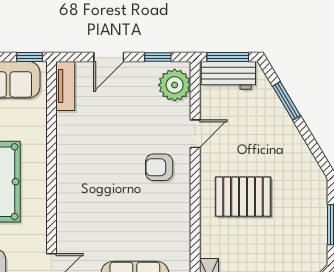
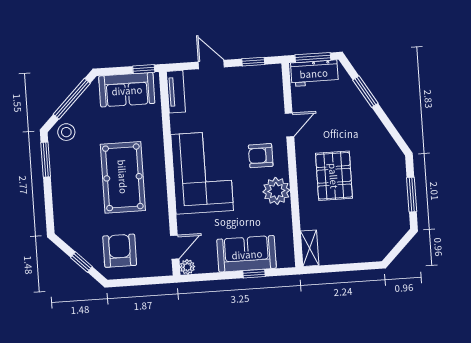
door: (109, 57) -> (211, 64), swing flipped
plant: (175, 85) -> (276, 191), moved
corner sofa: (89, 182) -> (202, 173), added
pallet: (243, 197) -> (334, 176), turned 90

